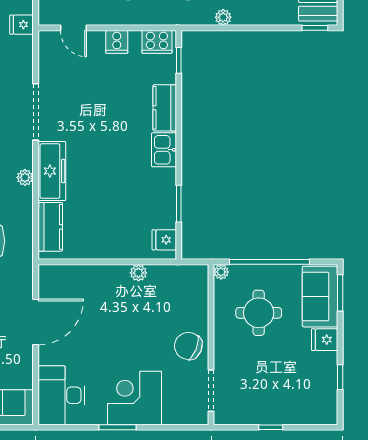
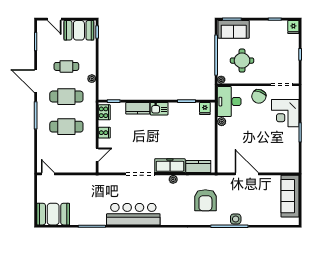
fridge: (22, 25) -> (95, 181), removed
fridge: (325, 340) -> (293, 27), moved
desk: (61, 395) -> (229, 102), moved, turned 90
corner desk: (135, 398) -> (285, 113), moved

